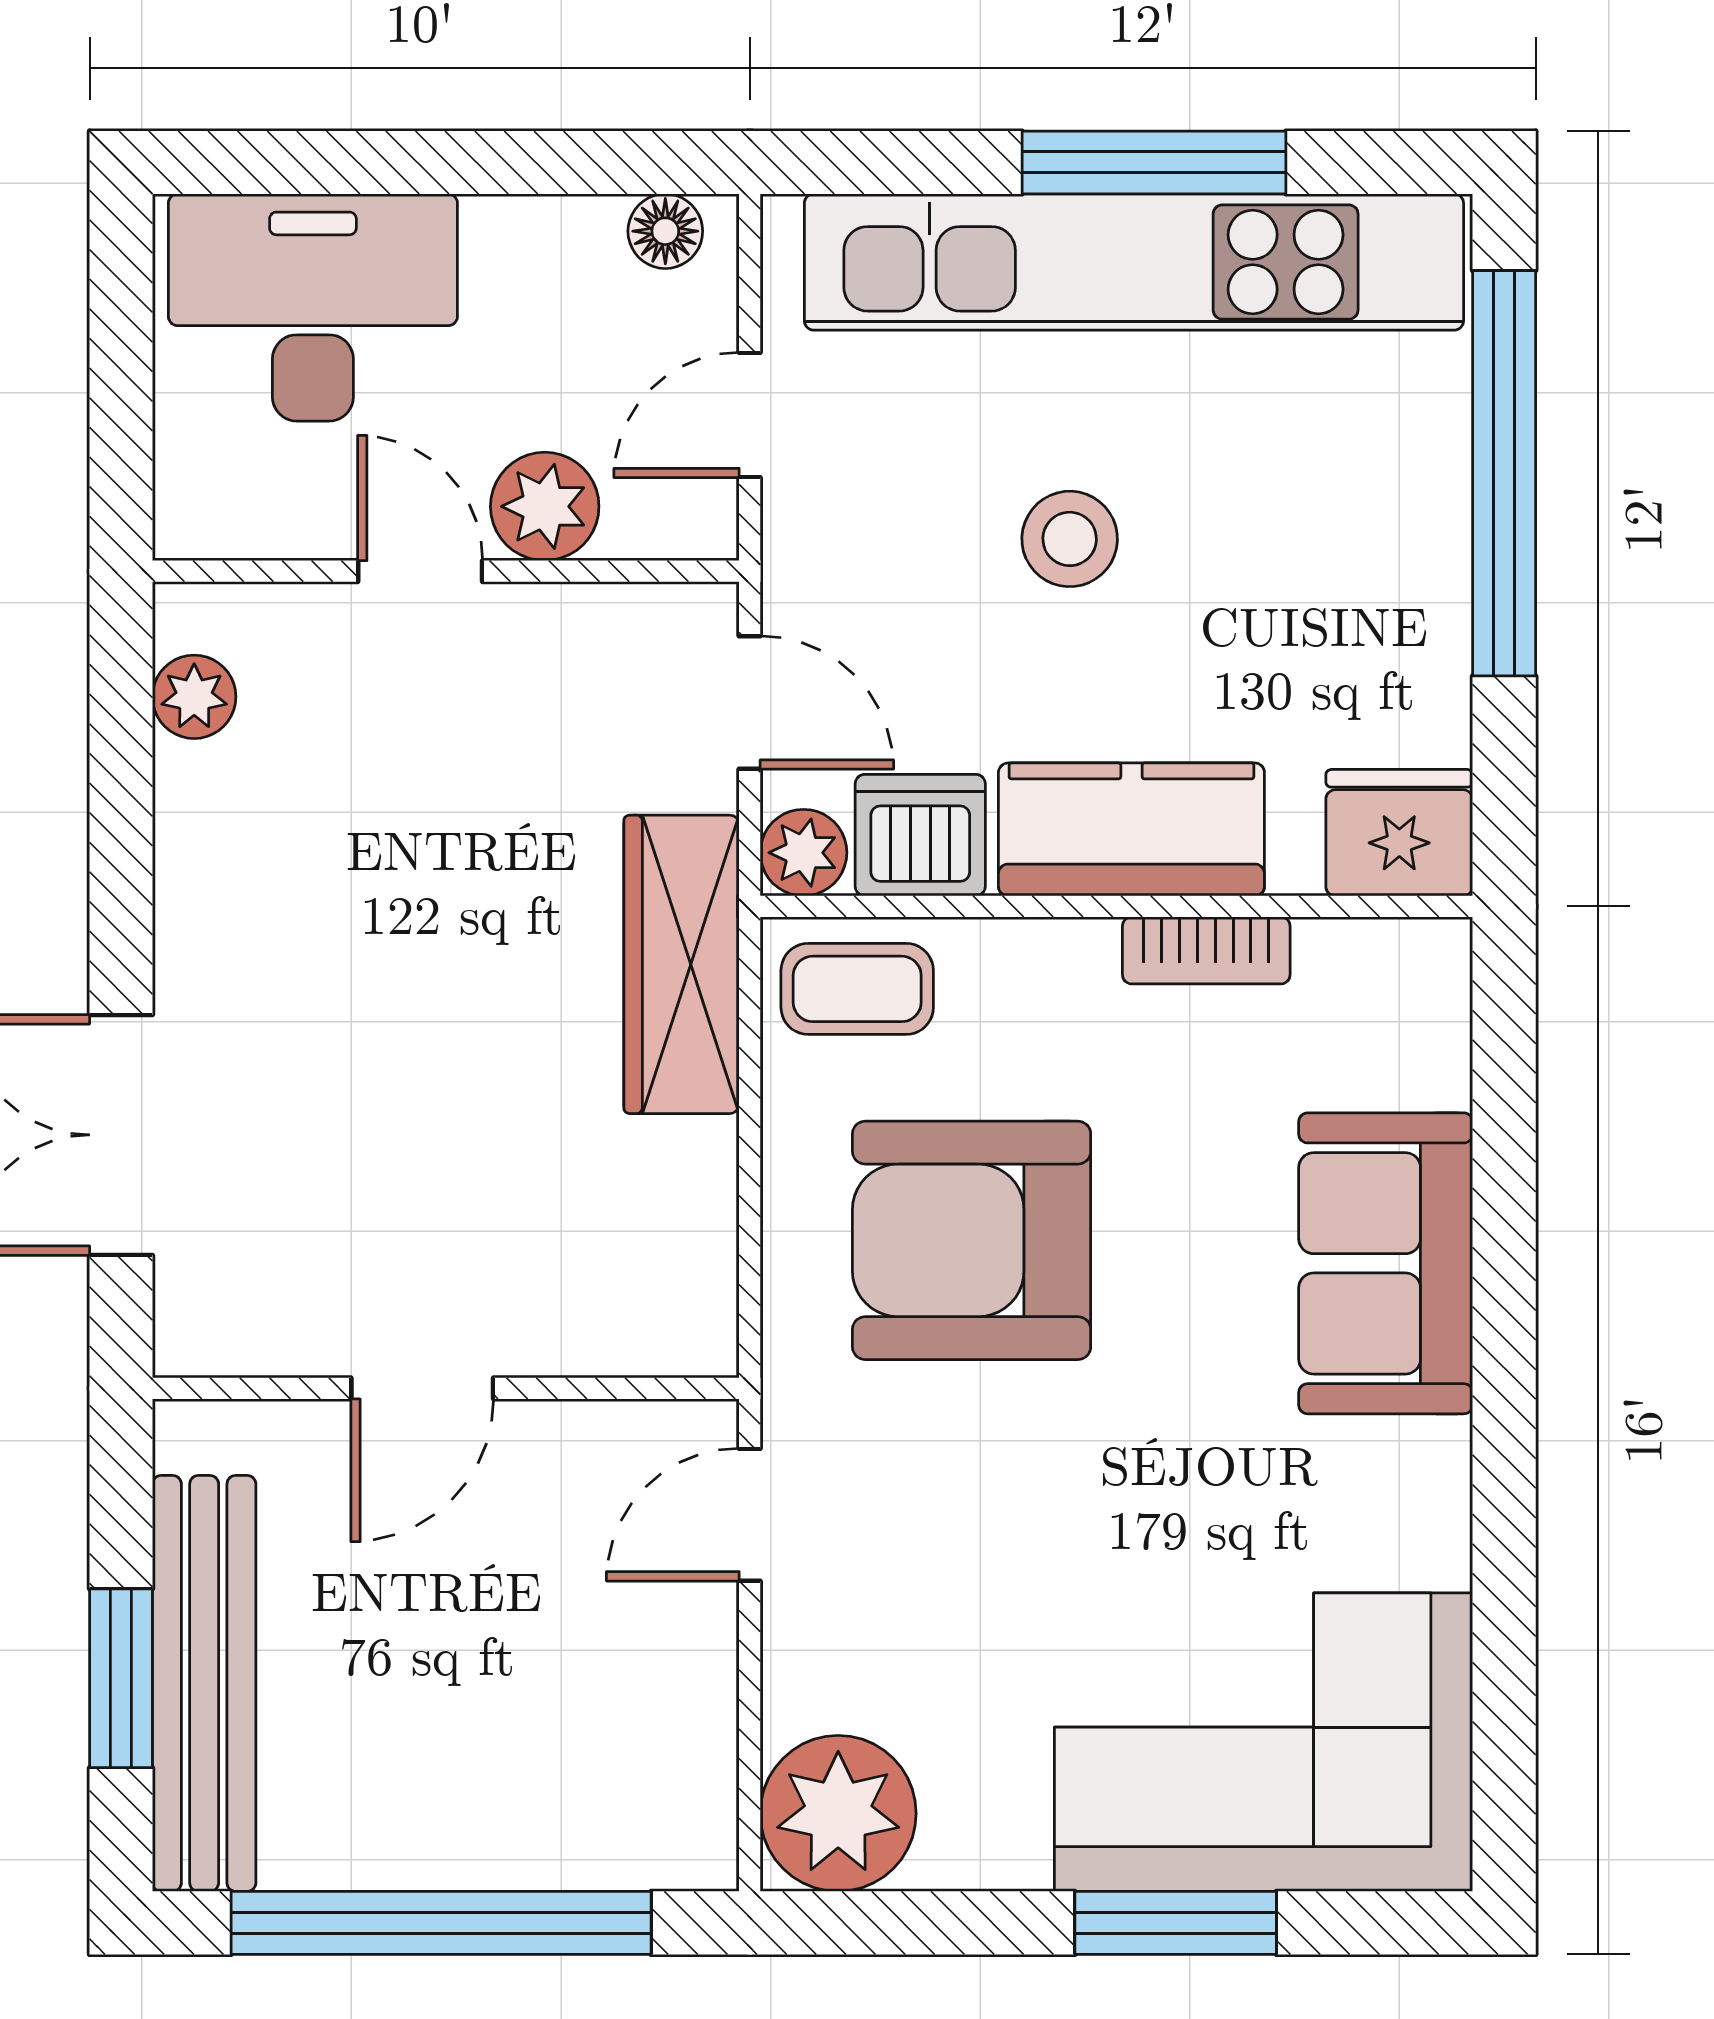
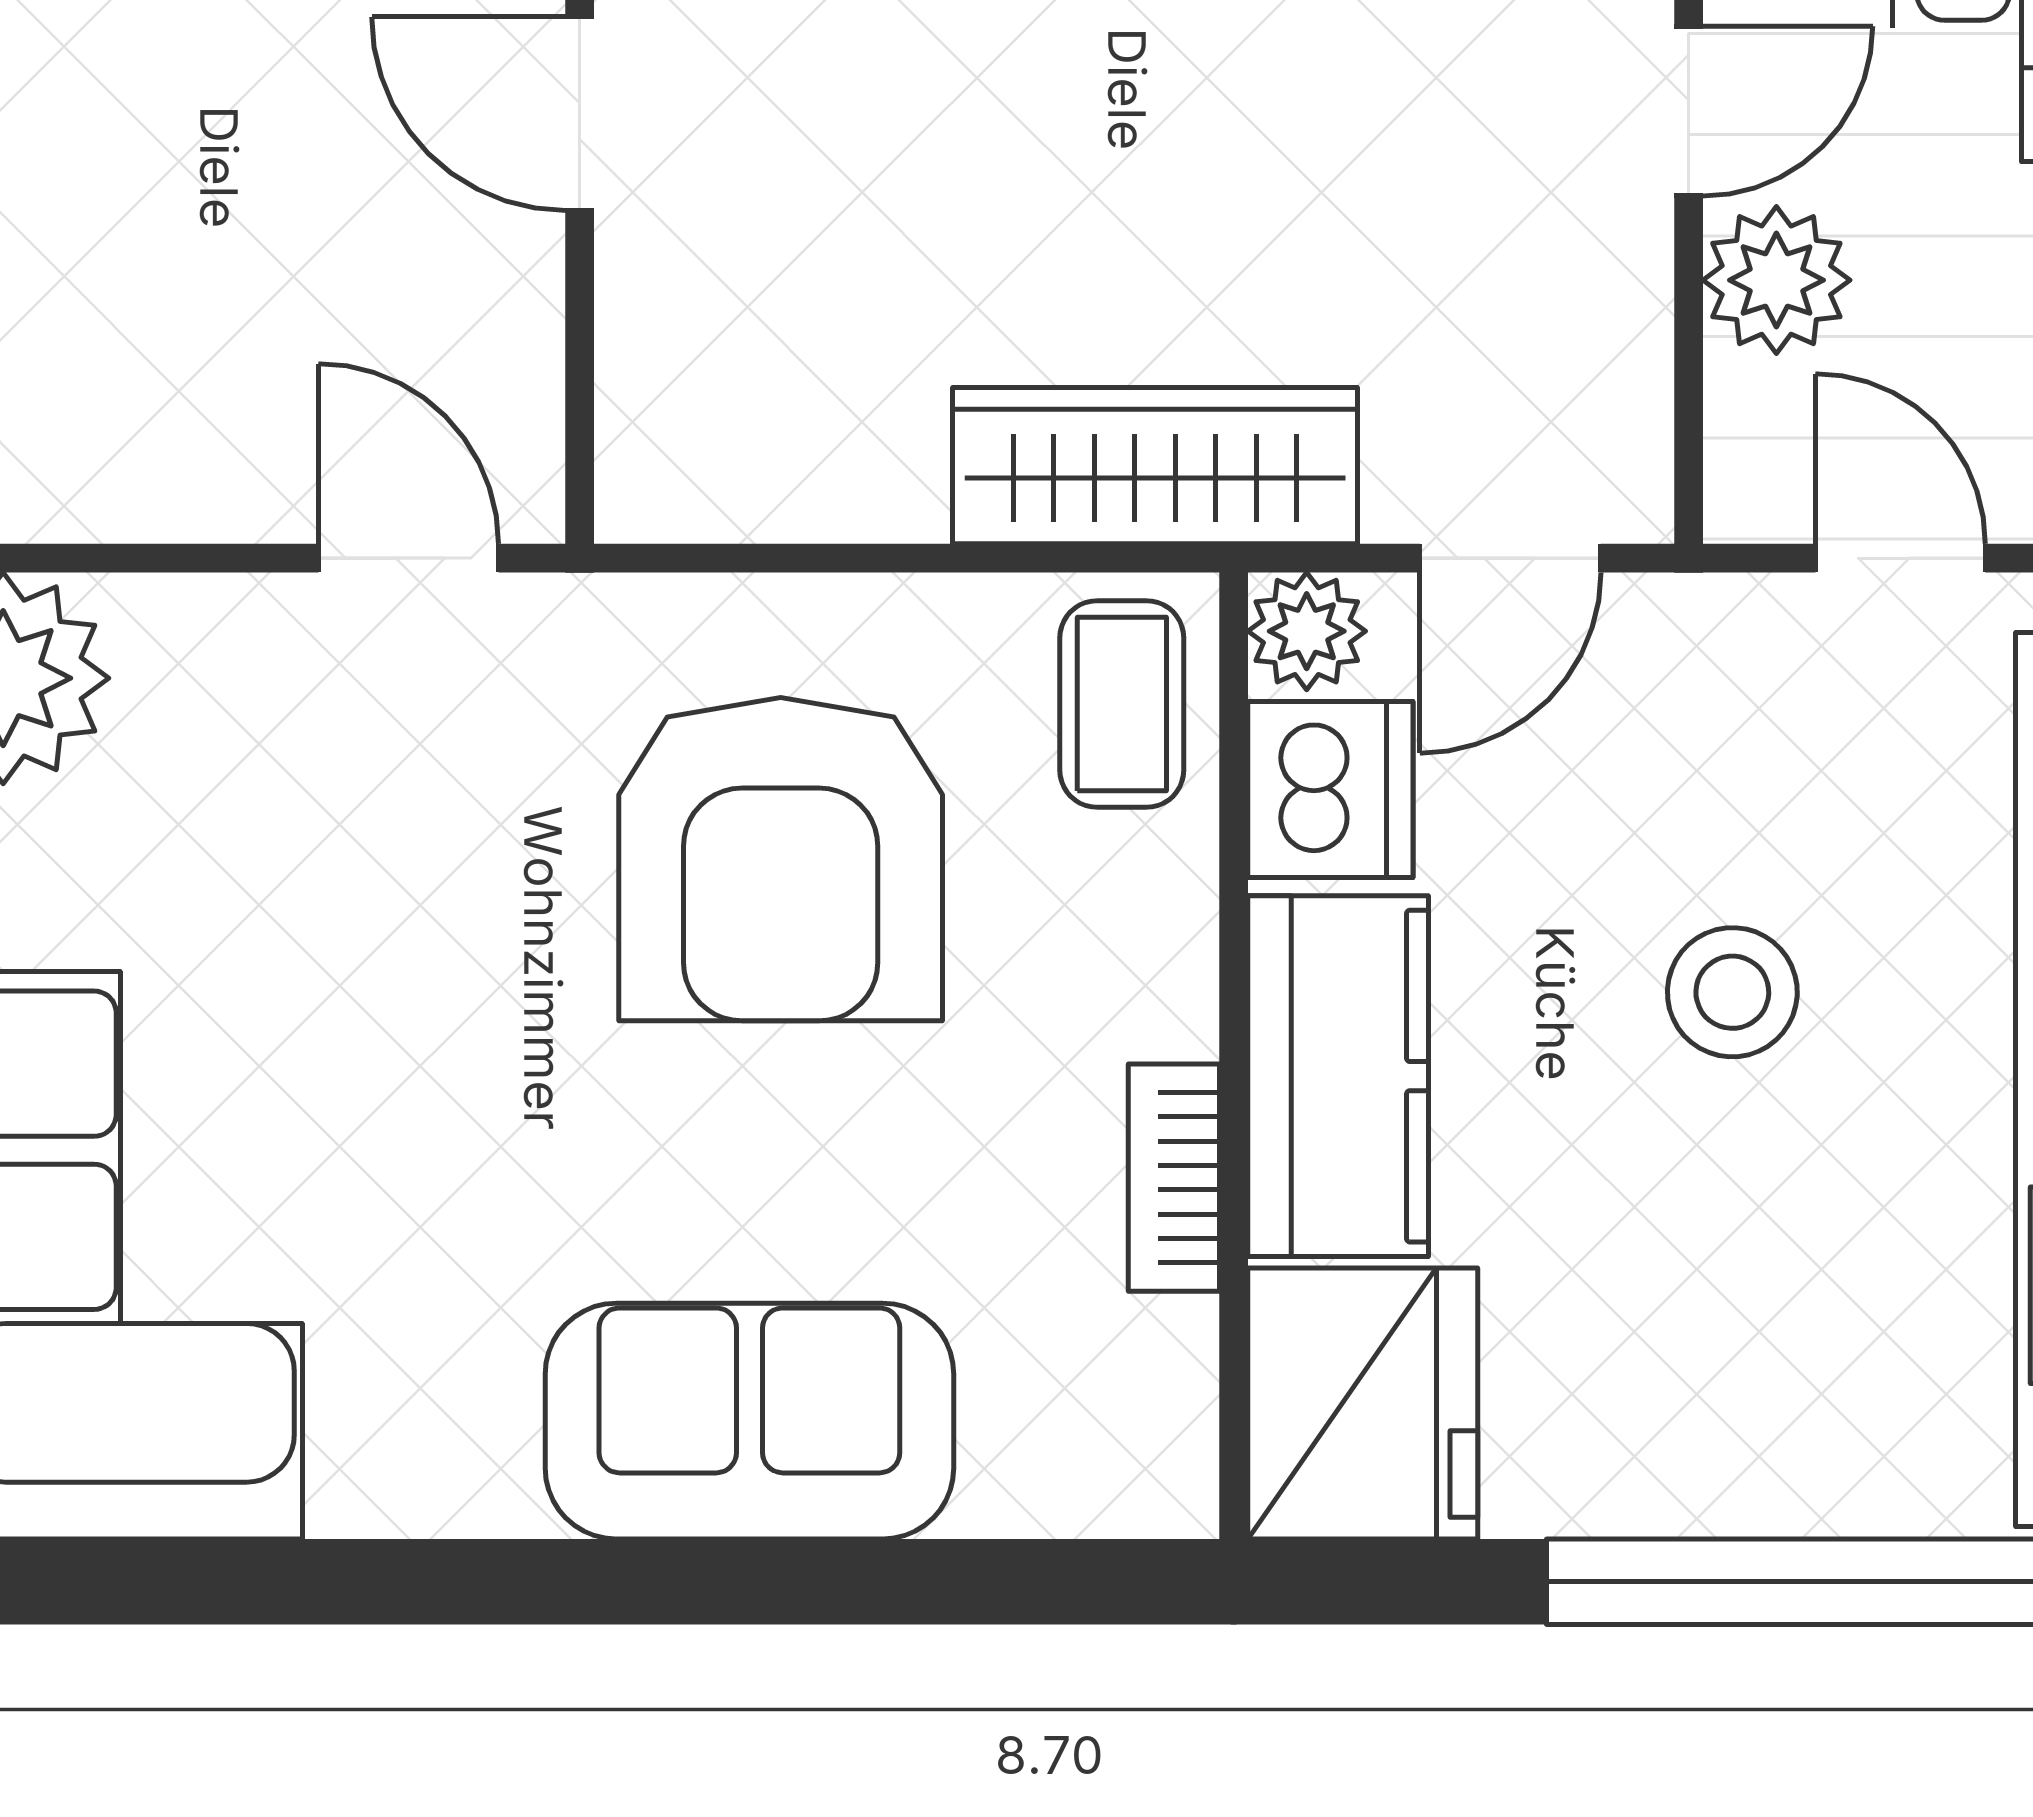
fridge: (1399, 833) -> (1363, 1404), width x1.36, depth x1.34
armchair: (972, 1240) -> (781, 859), turned 180

